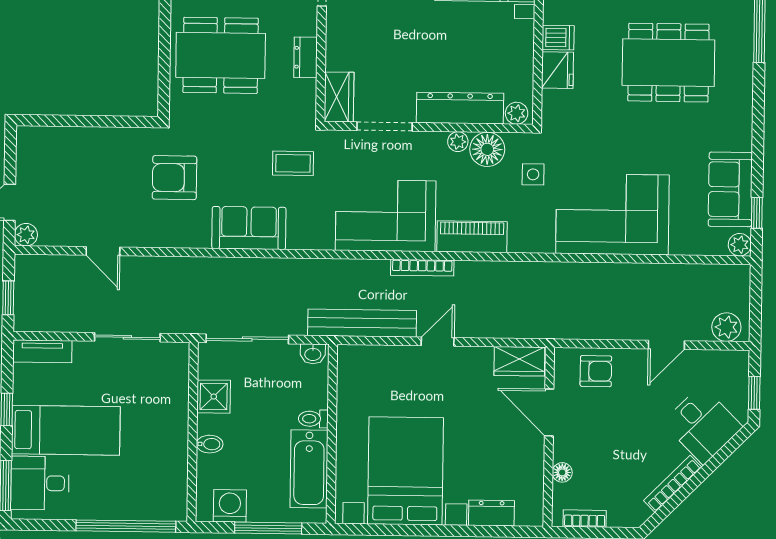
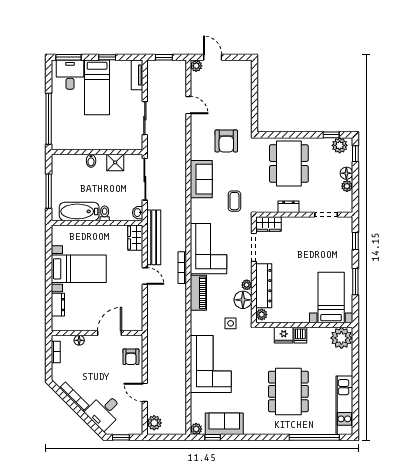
armchair: (175, 178) -> (226, 141), turned 180
door: (103, 251) -> (188, 105), swing flipped
wardrobe: (519, 361) -> (135, 238), moved
bed with nightstands: (405, 471) -> (79, 269), width x0.73
washing machine: (230, 506) -> (60, 171), removed

